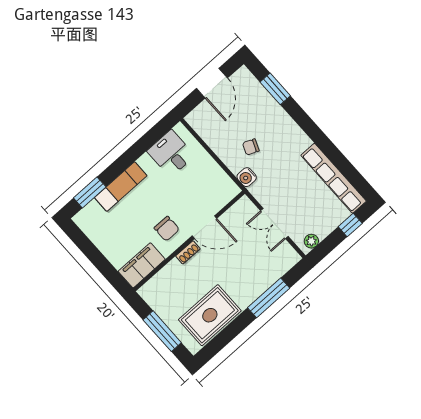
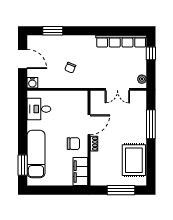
water cooler: (247, 177) -> (32, 83), moved
exam couch: (121, 187) -> (36, 154), width x1.36, depth x1.45

